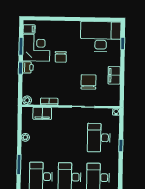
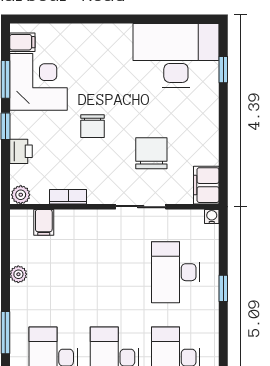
chair: (61, 57) -> (93, 126), moved
printer: (28, 67) -> (21, 151), moved
filing cabinet: (114, 75) -> (206, 185), moved
filing cabinet: (42, 113) -> (44, 222), width x0.50

